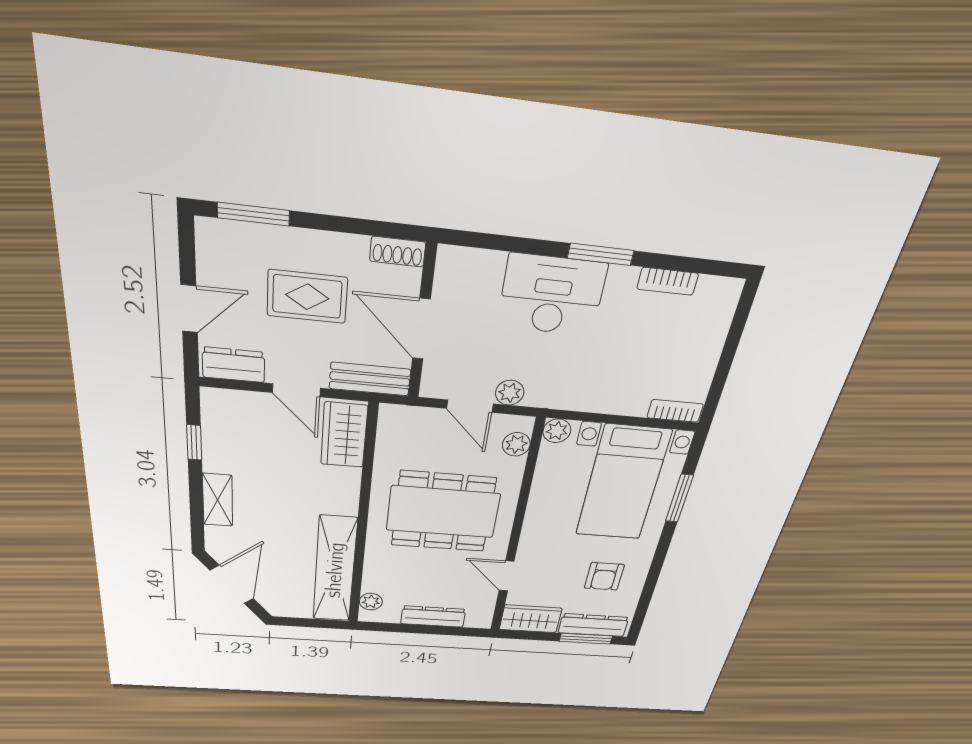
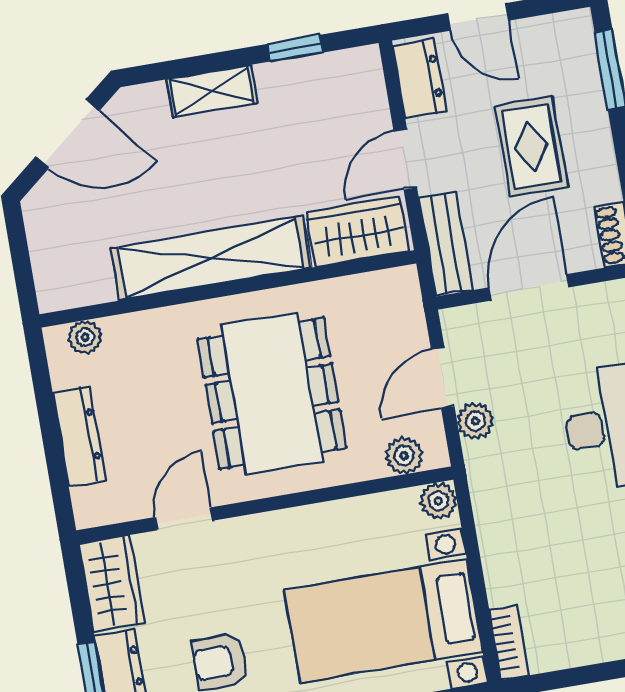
shelving: (335, 570) -> (211, 258), moved

